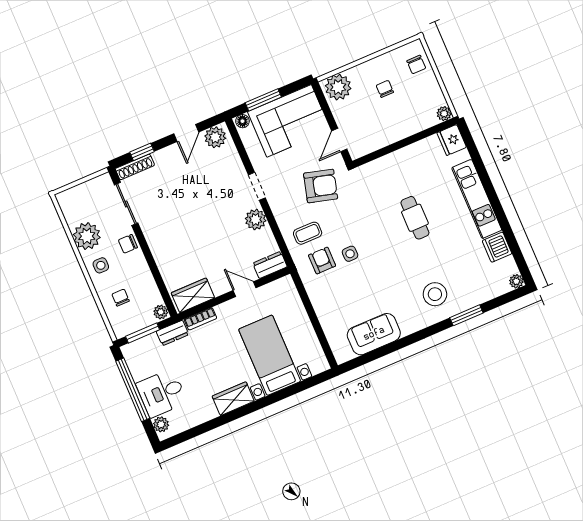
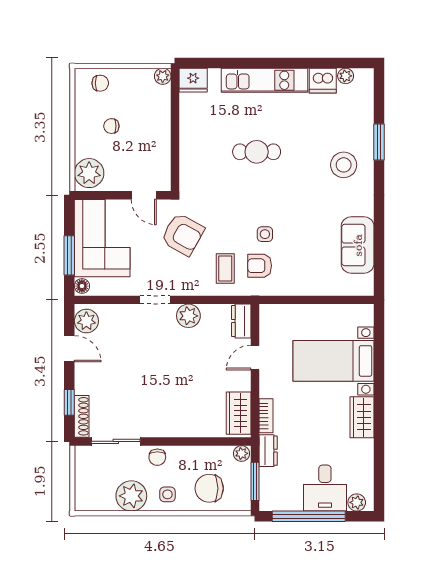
armchair: (321, 186) -> (183, 235), turned 104
plant: (516, 281) -> (346, 76), moved
chair: (121, 298) -> (209, 488), width x1.87, depth x1.87

